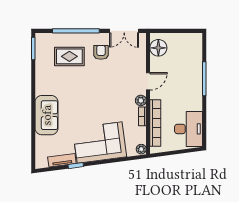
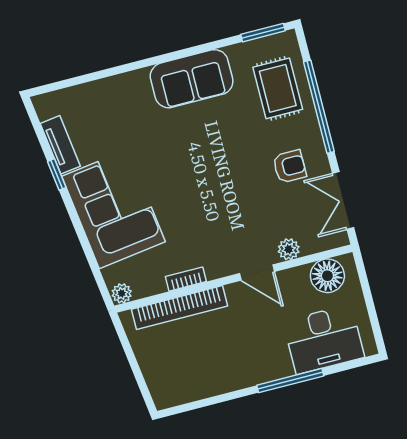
rug: (69, 56) -> (278, 88), moved
plant: (141, 100) -> (289, 249), moved
sofa: (47, 115) -> (192, 79), moved
desk: (189, 129) -> (324, 339), moved

